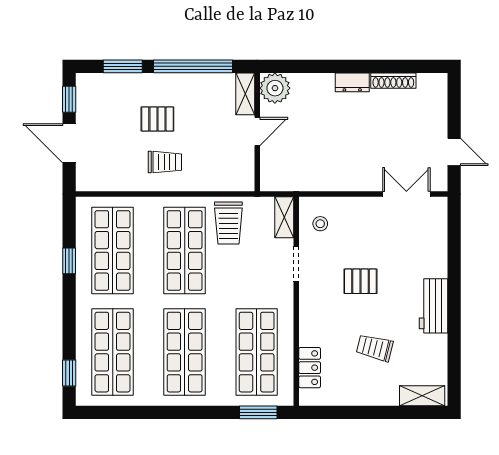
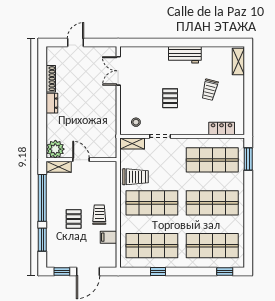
door: (454, 152) -> (76, 43), moved
filing cabinet: (127, 178) -> (109, 237), added

